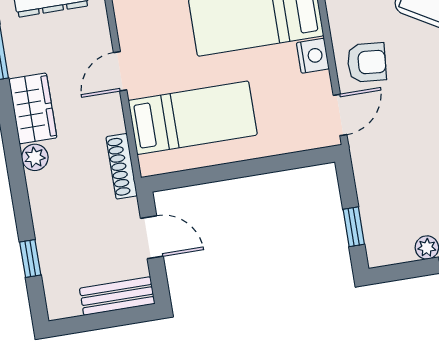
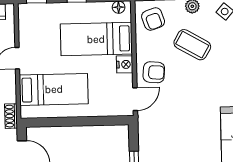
shoe rack: (122, 166) -> (11, 116), width x0.70

